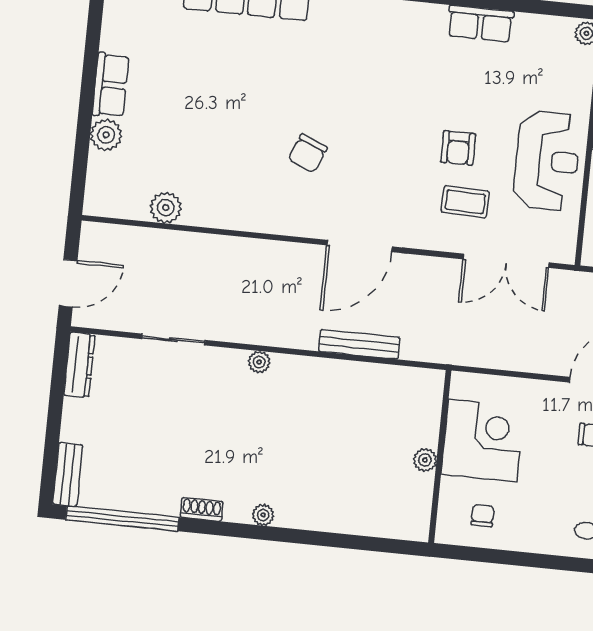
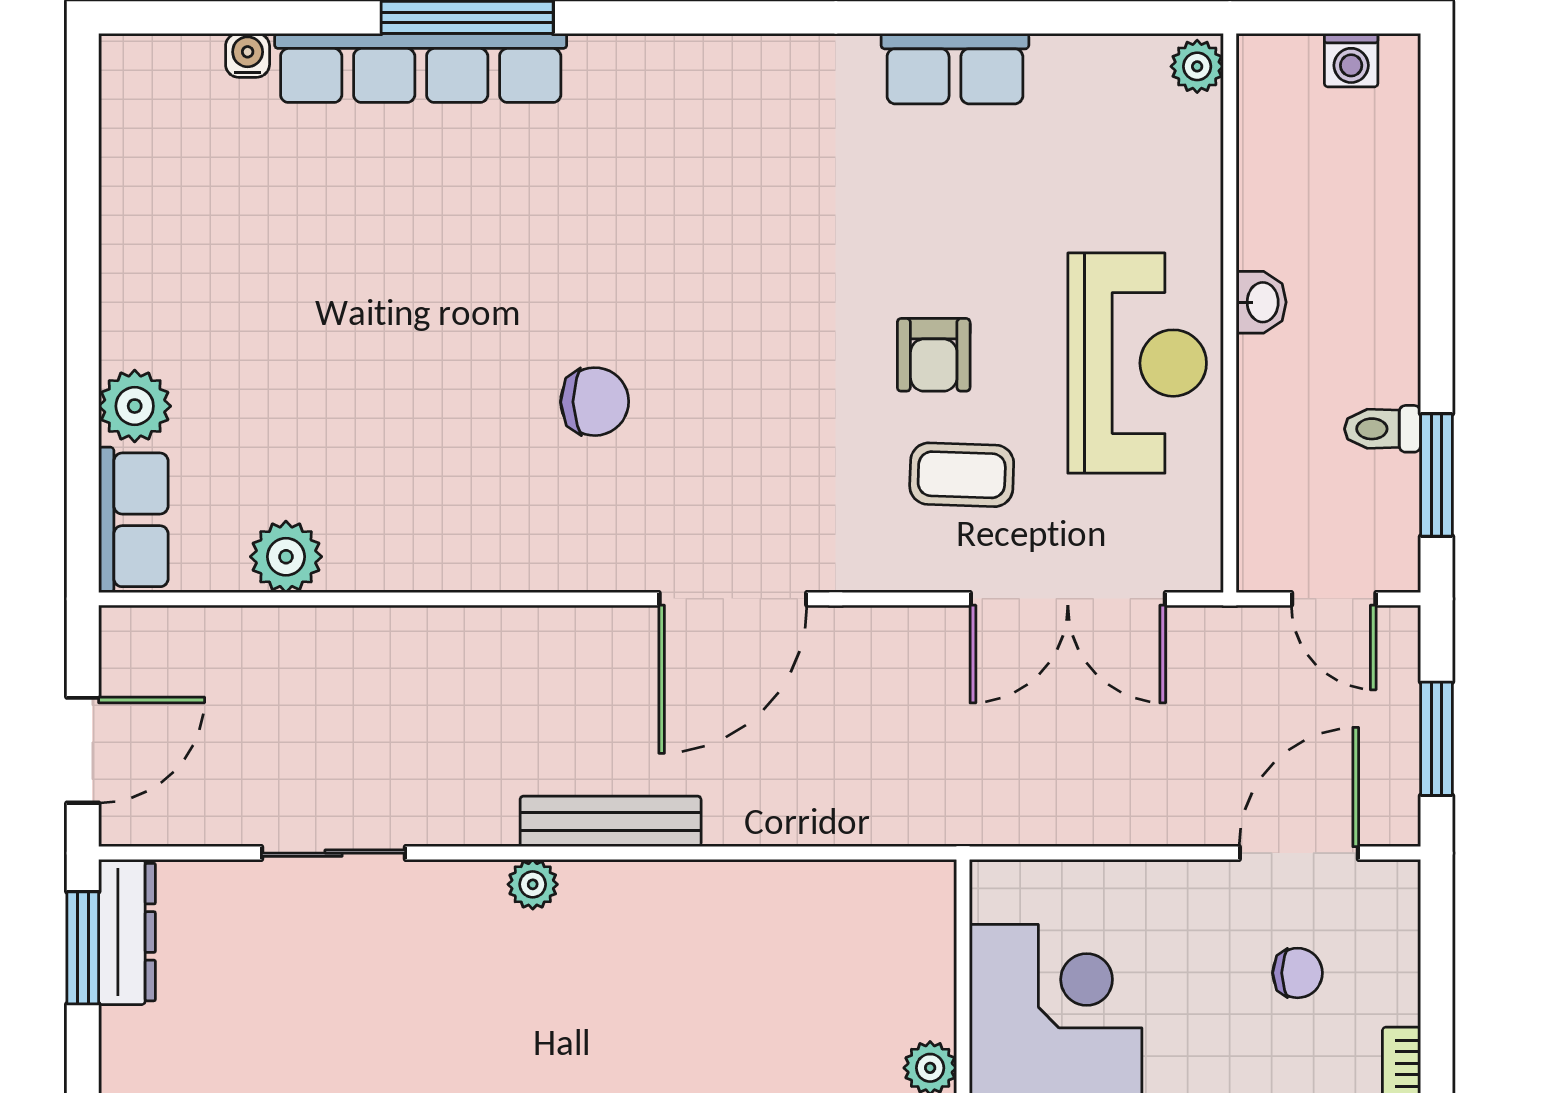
row of seats: (111, 85) -> (133, 520), moved
chair: (308, 153) -> (595, 402), turned -114
bench: (359, 344) -> (611, 821), moved
window: (59, 370) -> (83, 948), added

